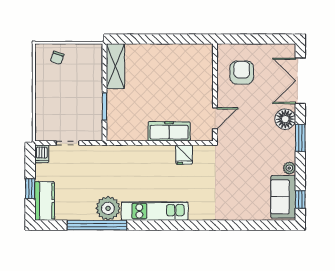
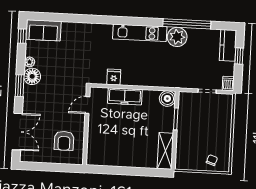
floor lamp: (285, 119) -> (32, 76), moved
boiler: (116, 131) -> (167, 99), added
sofa: (283, 197) -> (43, 30), moved, turned 90

